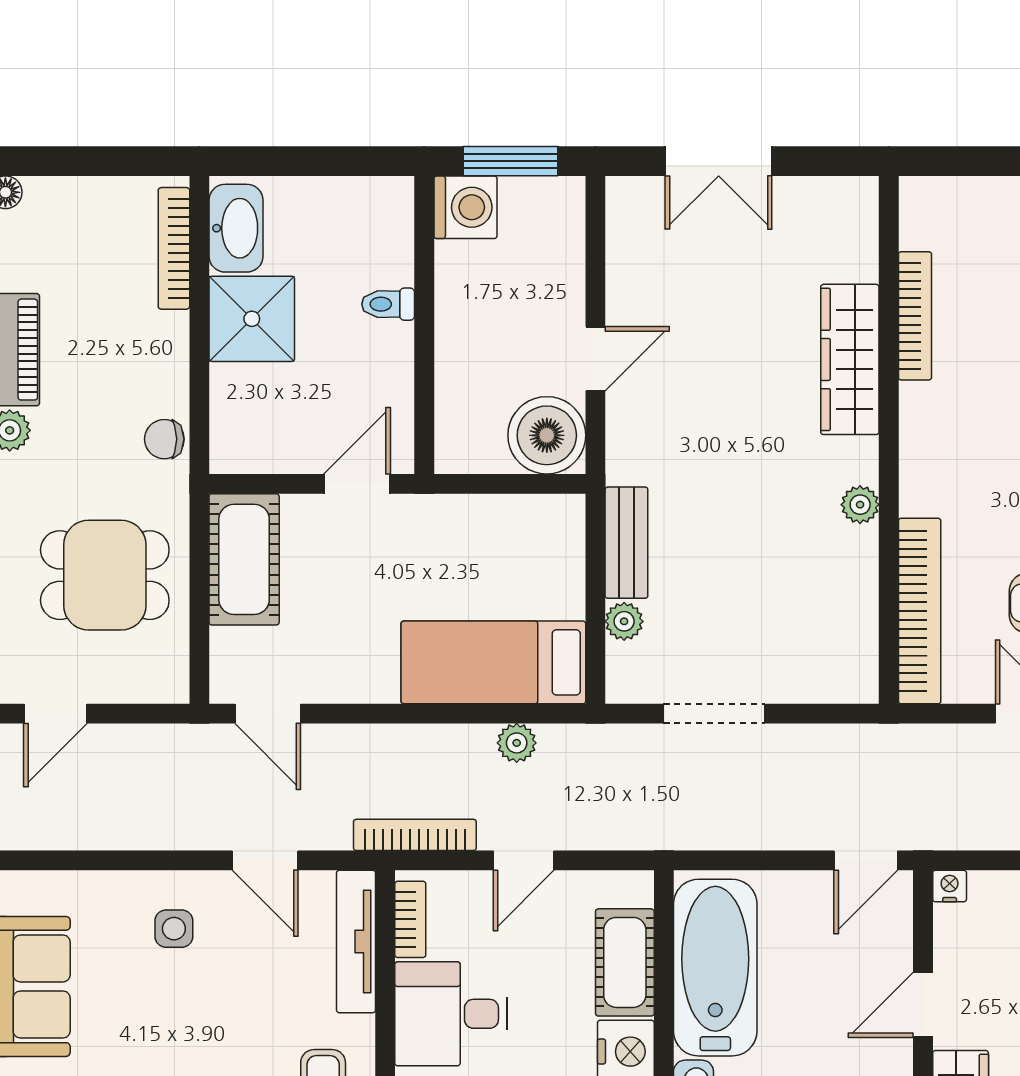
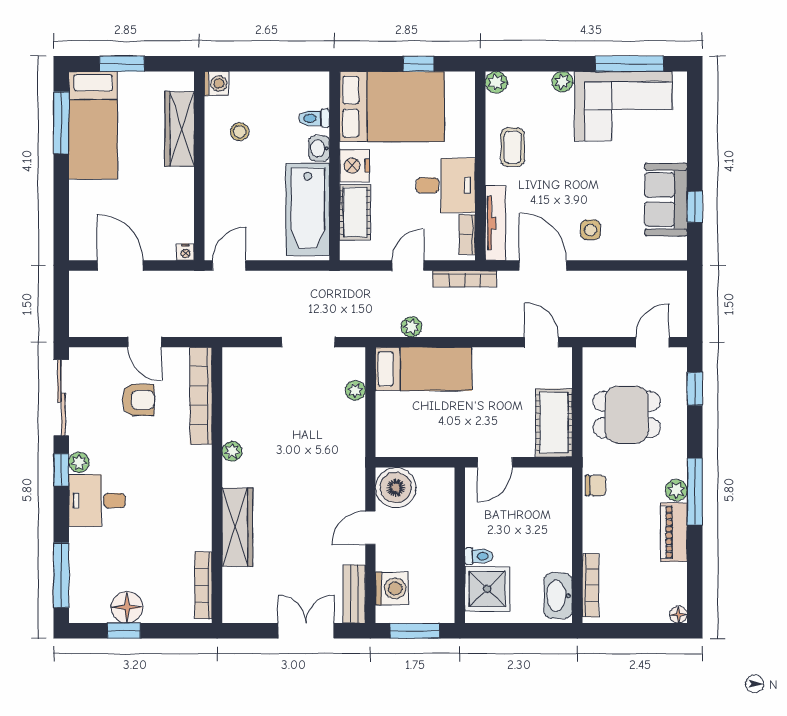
washing machine: (465, 207) -> (392, 588), moved, turned 180
bookcase: (915, 316) -> (203, 585), moved
shower: (252, 319) -> (487, 589), moved
bench: (626, 543) -> (354, 594), moved
door: (265, 860) -> (543, 265), width x1.38
door: (923, 1005) -> (199, 190), removed

